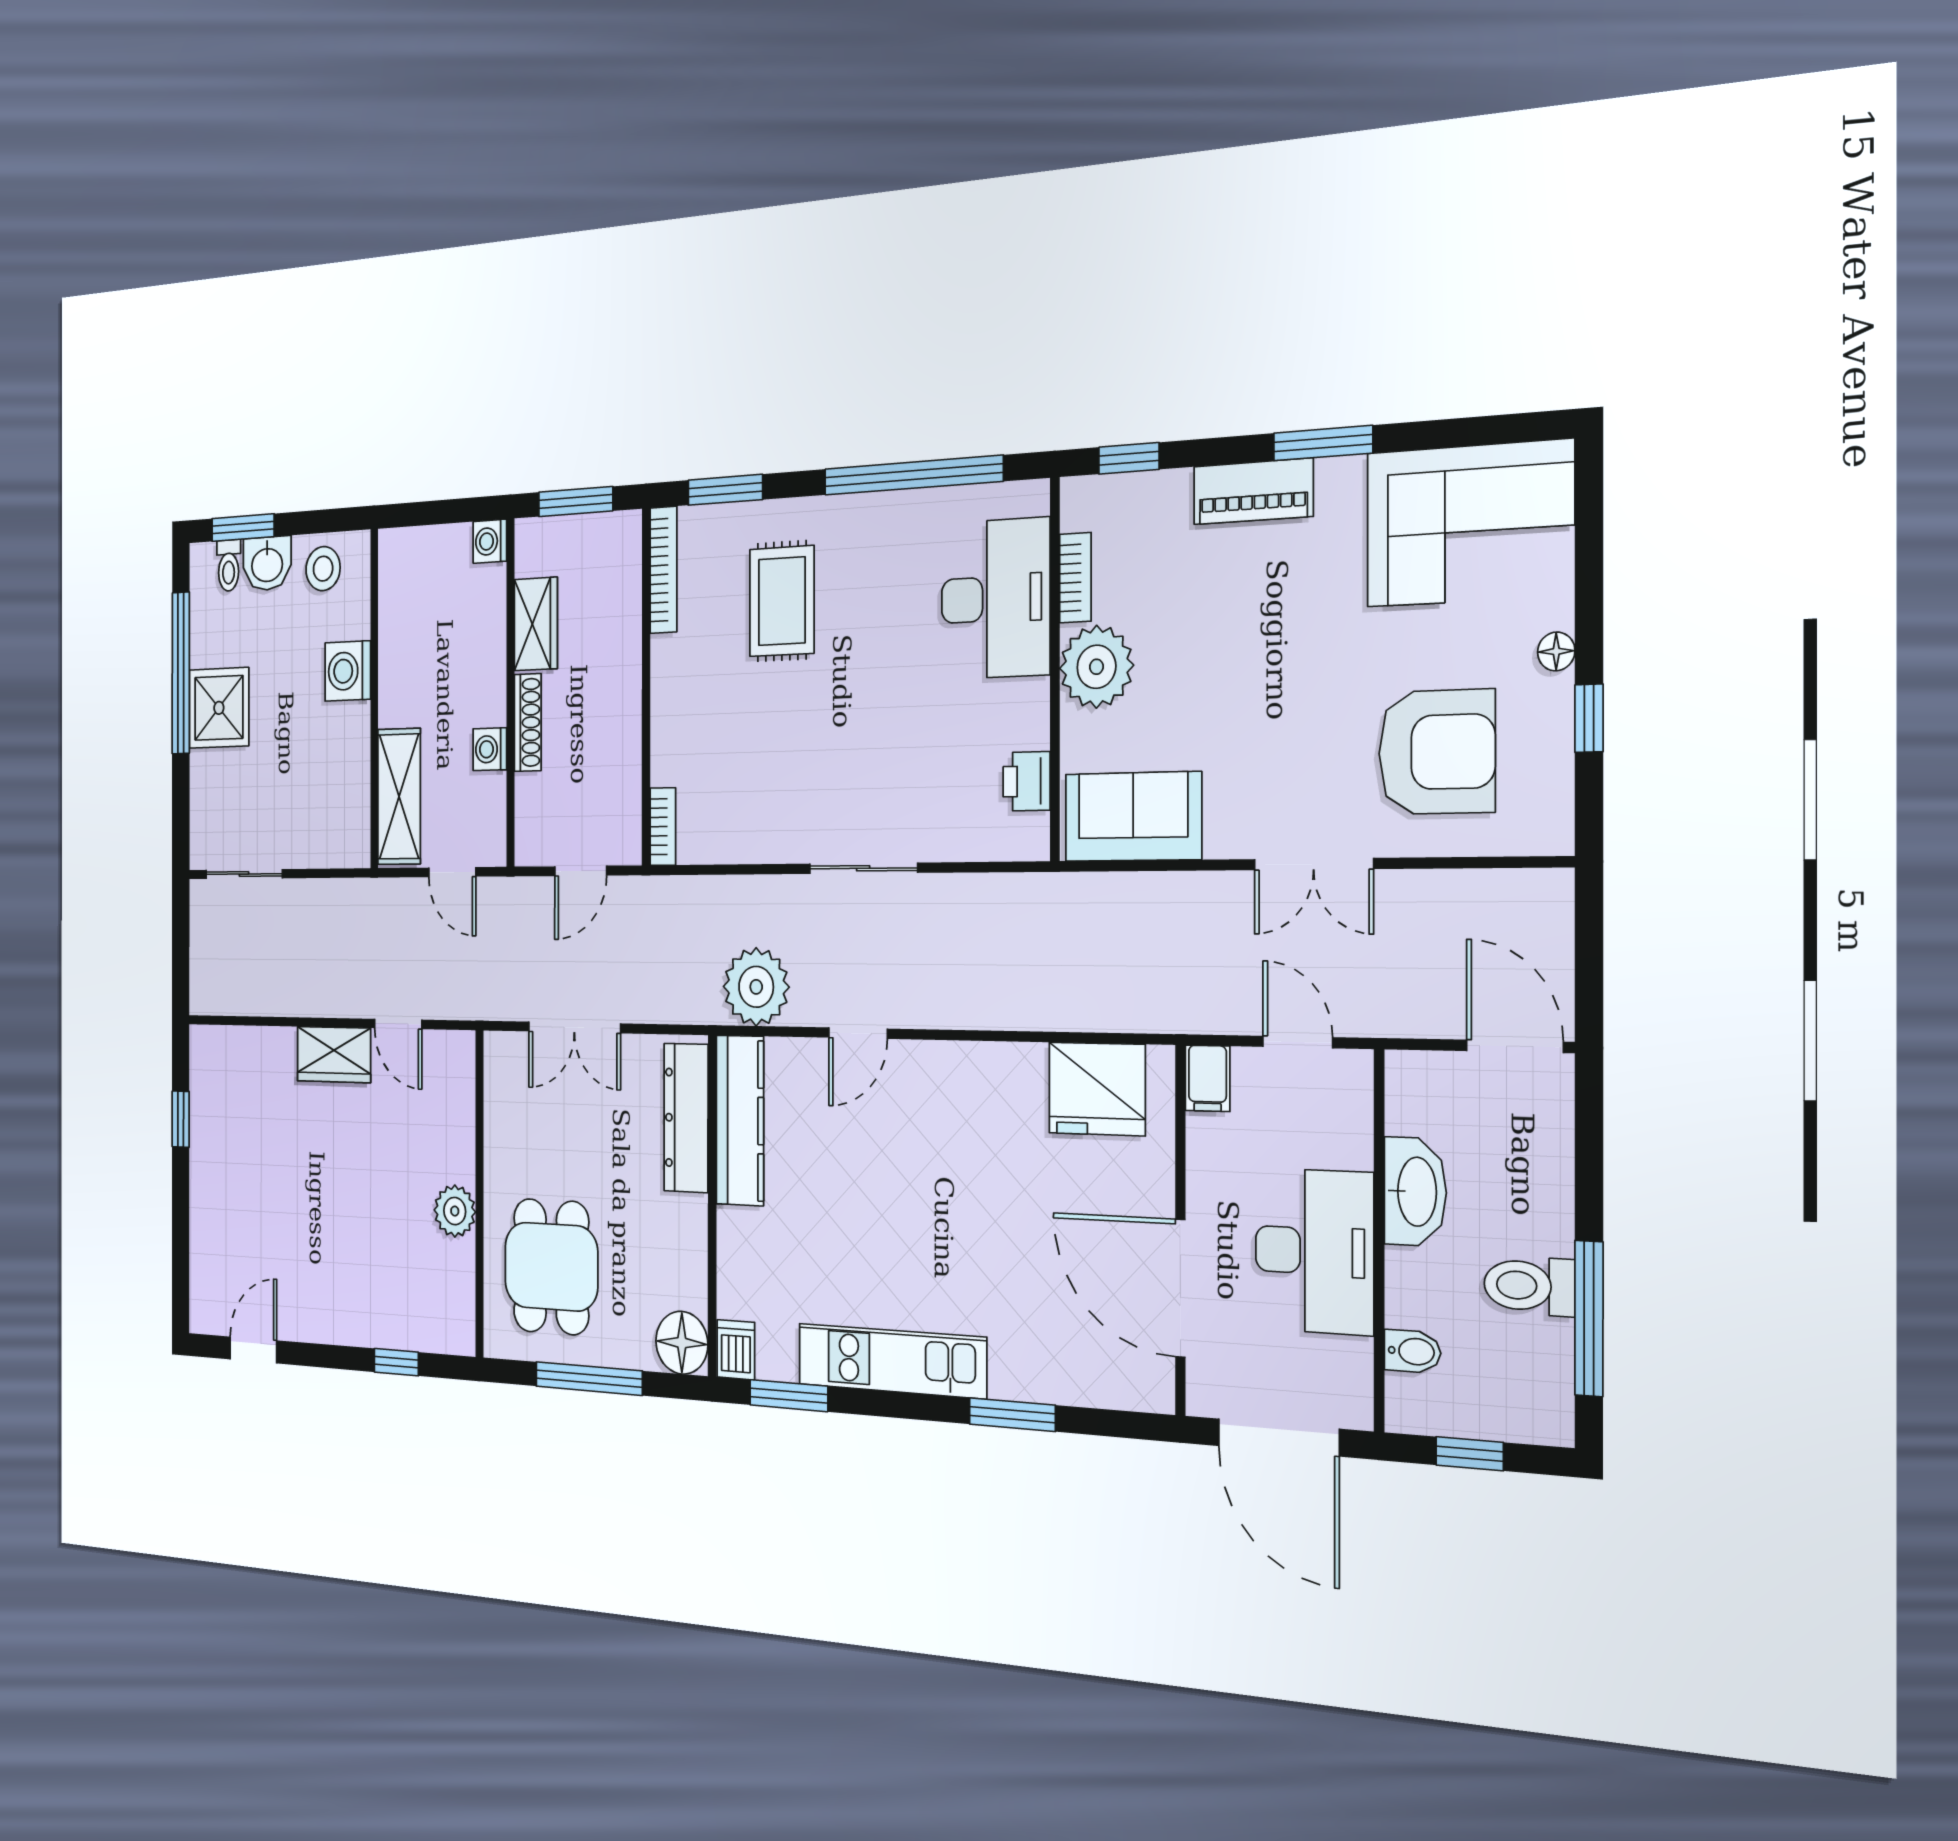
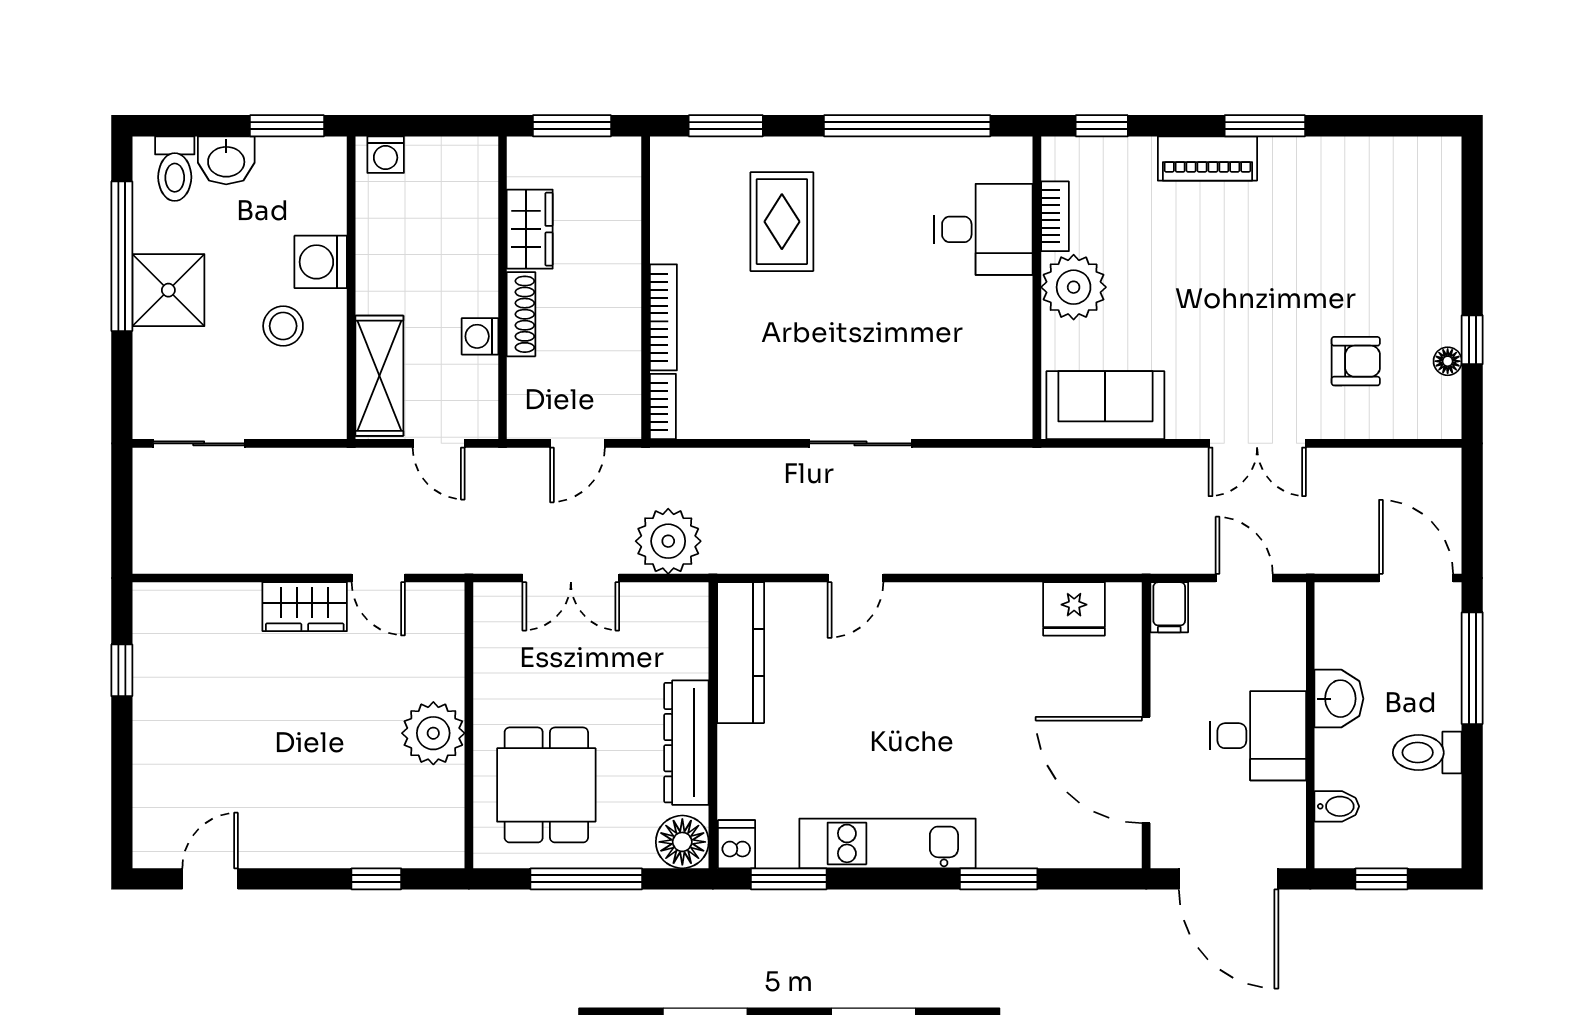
corner sofa: (1470, 524) -> (1381, 194), removed
window: (243, 528) -> (287, 126), moved
washing machine: (490, 541) -> (386, 155), moved, turned -90
toilet: (229, 565) -> (175, 169), width x1.37, depth x1.39
stool: (323, 569) -> (283, 326), moved
bookcase: (663, 570) -> (663, 317), moved
desk: (996, 599) -> (983, 229), width x0.73
floor lamp: (1556, 651) -> (1448, 361), moved
armchair: (1437, 752) -> (1356, 361), width x0.53, depth x0.53
printer: (1027, 781) -> (1011, 376), removed
plant: (756, 987) -> (668, 541), moved
fridge: (1097, 1089) -> (1074, 609), width x0.73, depth x0.75
dresser: (686, 1118) -> (686, 743), moved
washbasin: (1415, 1192) -> (1339, 699), width x0.72
plant: (455, 1211) -> (433, 733), width x1.36, depth x1.36
desk: (1314, 1251) -> (1258, 736), width x0.73
window: (1589, 1318) -> (1472, 668), moved

